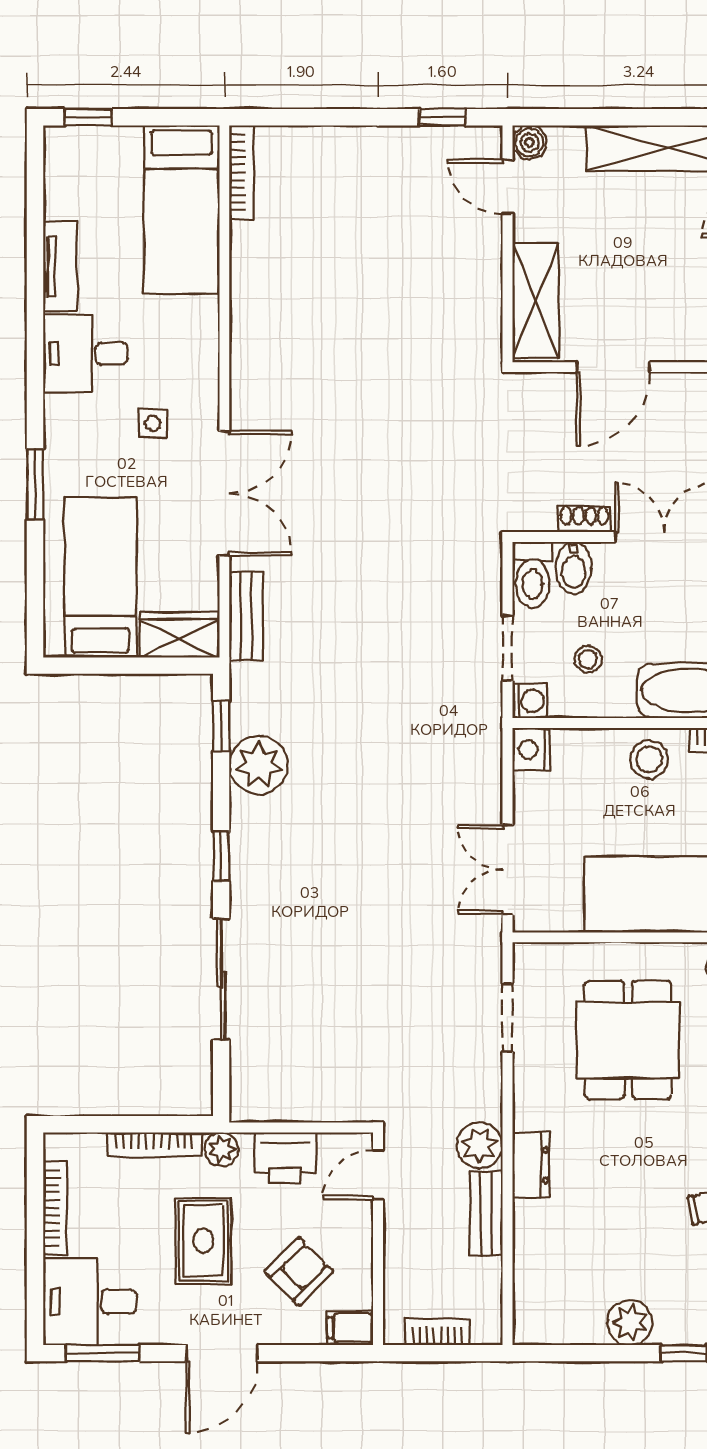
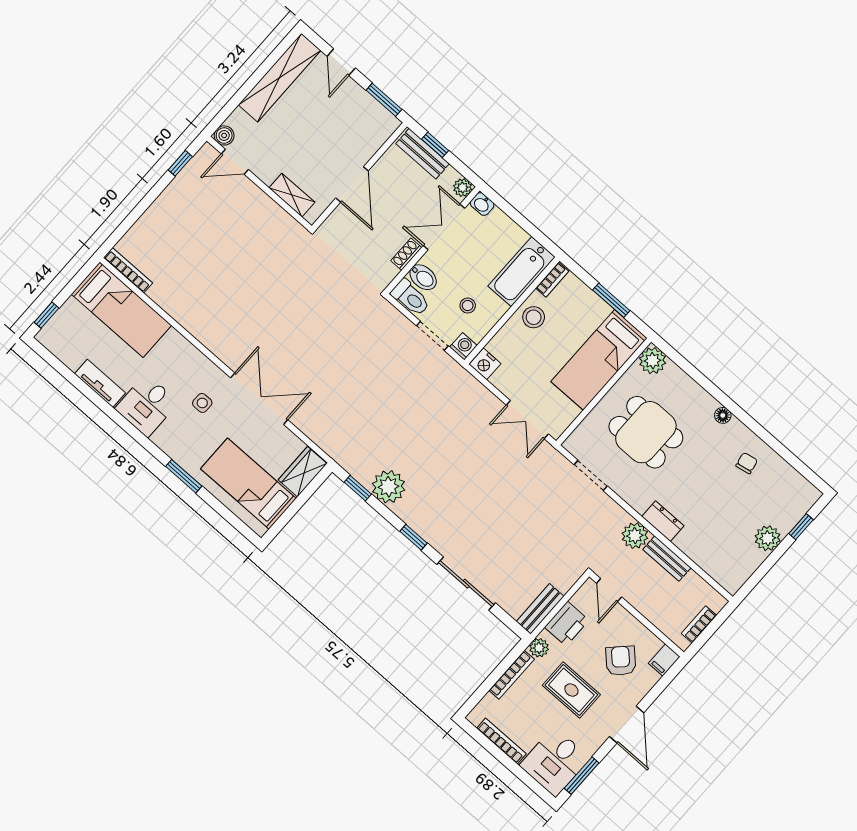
shelving: (536, 300) -> (292, 195), width x0.67, depth x0.75
bench: (246, 616) -> (540, 609), moved, turned 90

